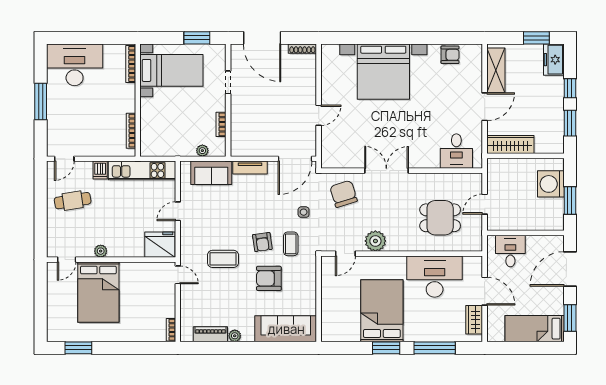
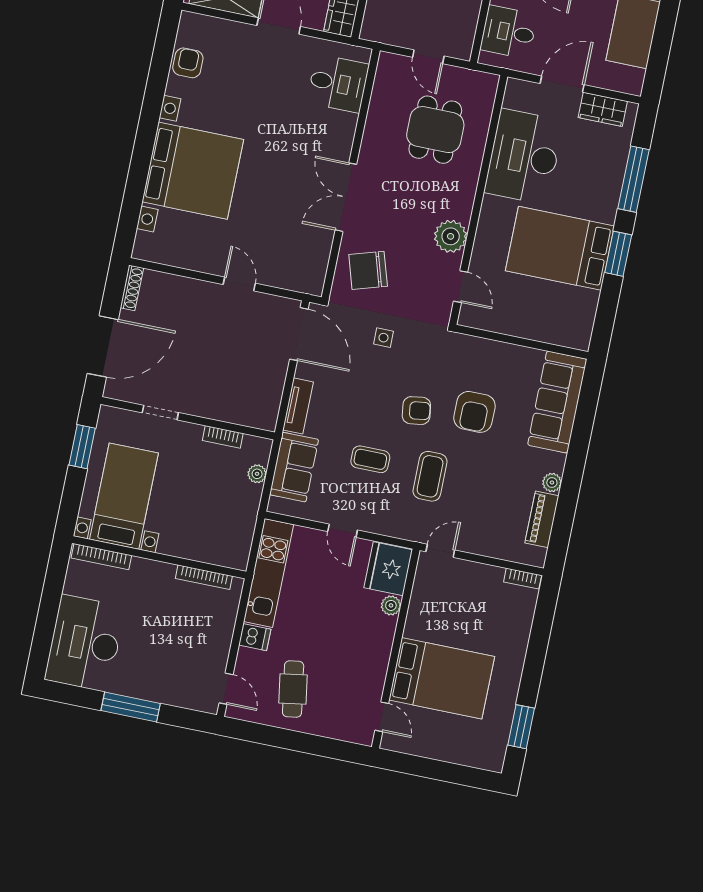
coffee table: (291, 244) -> (370, 459), moved
plant: (101, 251) -> (391, 605), moved

